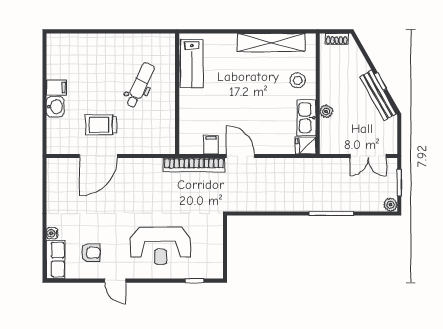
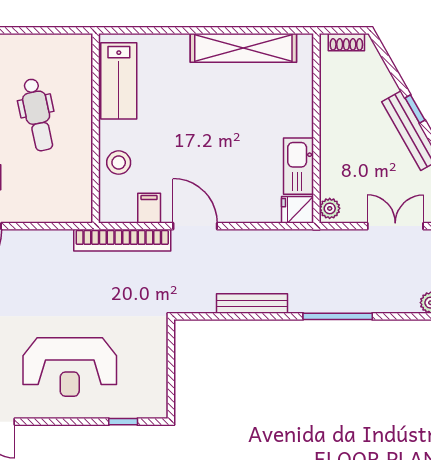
stool: (298, 80) -> (119, 163), moved
dental chair: (140, 85) -> (38, 115), turned 143
plant: (326, 111) -> (330, 208), moved
double door: (368, 156) -> (395, 226), swing flipped
bench: (277, 205) -> (252, 303), added

